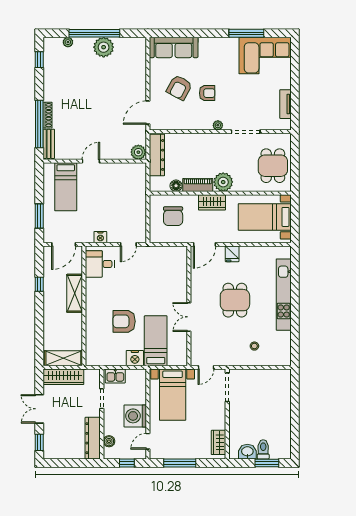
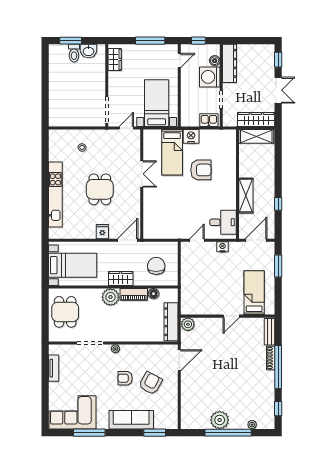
window: (175, 33) -> (155, 433), added
sofa: (174, 47) -> (131, 420), moved
window: (39, 124) -> (278, 367), moved
washing machine: (135, 416) -> (210, 77), moved, turned 180

